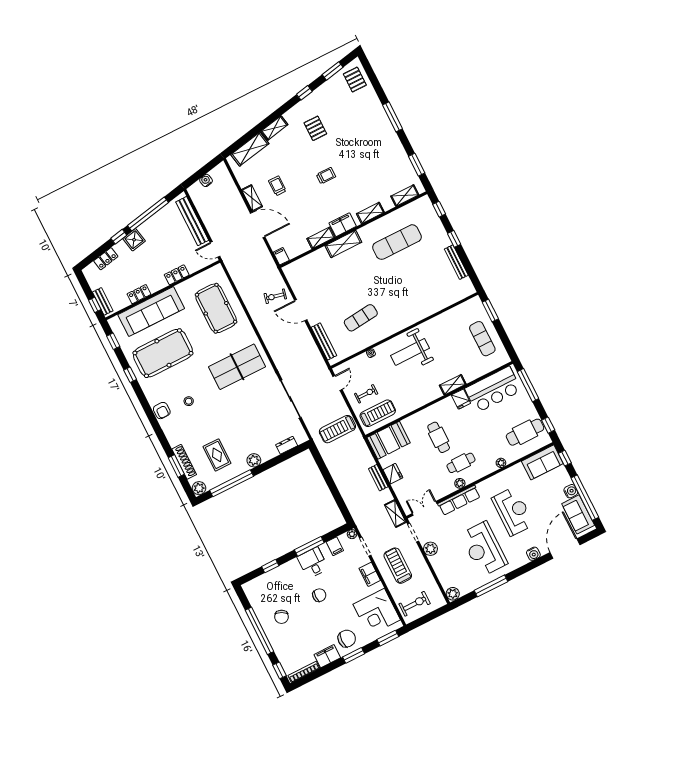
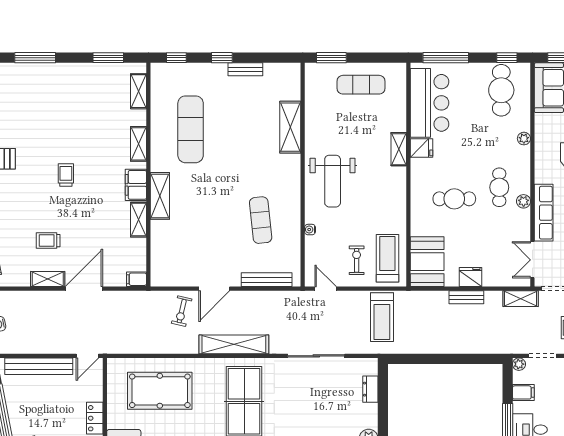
bench: (456, 262) -> (245, 69), width x0.73
shelving: (431, 306) -> (290, 127), added
shelving: (271, 341) -> (234, 344), added

